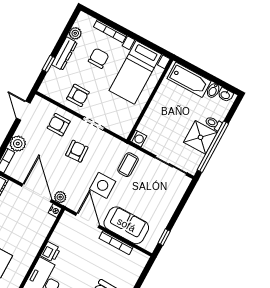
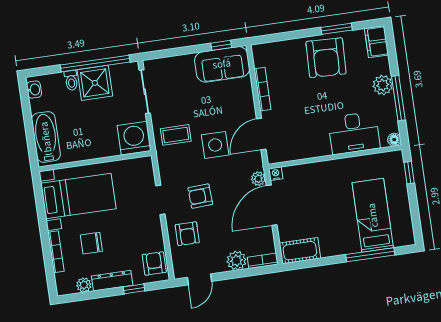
bidet: (213, 90) -> (39, 105), removed
armchair: (78, 95) -> (154, 263), moved
washing machine: (138, 138) -> (134, 138), width x1.89, depth x1.89
sofa: (126, 225) -> (222, 64), moved, turned -90
printer: (51, 252) -> (320, 148), removed

